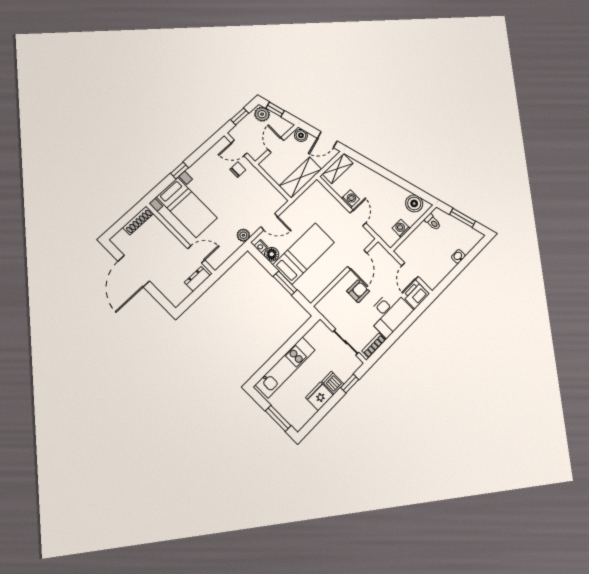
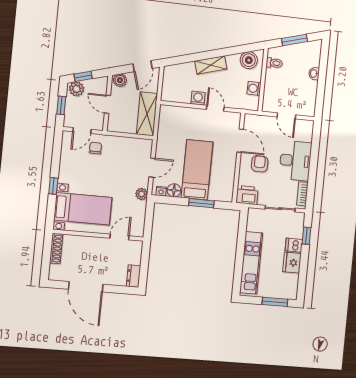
shelving: (338, 169) -> (211, 65), moved, turned 74
dresser: (197, 279) -> (133, 276), moved
printer: (416, 295) -> (247, 195), moved, turned 90

